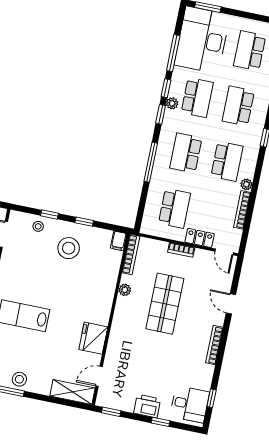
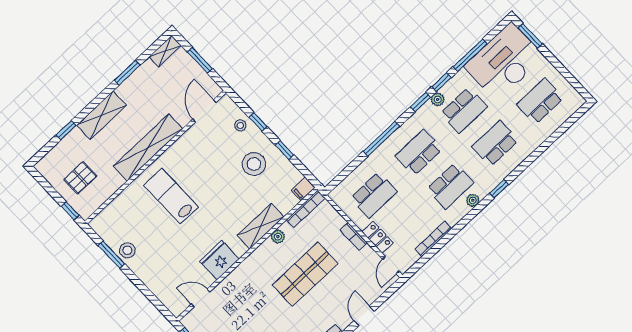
plant: (246, 184) -> (473, 200), moved
shelving: (73, 392) -> (261, 226), moved, turned 90

